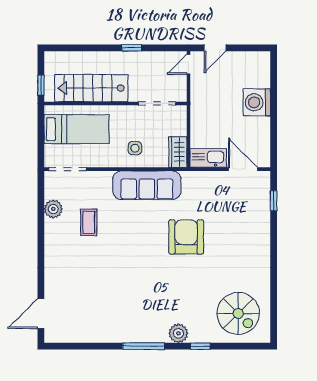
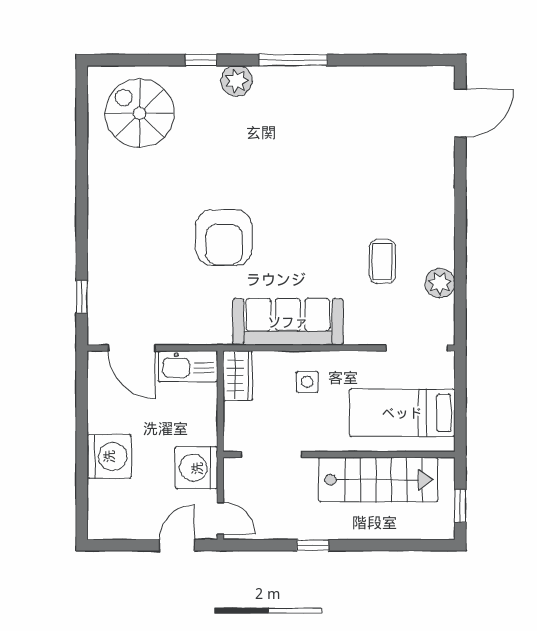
door: (188, 64) -> (220, 518), hinge flipped
window: (41, 85) -> (460, 506), moved
washing machine: (203, 95) -> (197, 468), added

